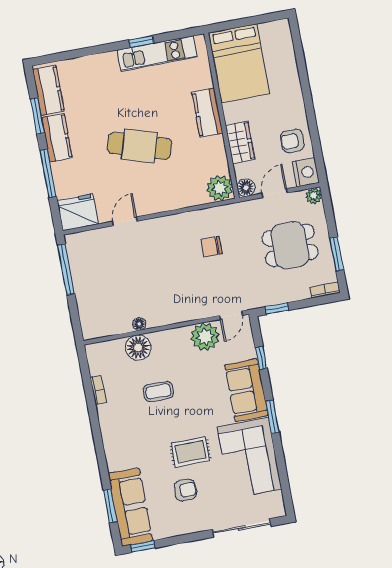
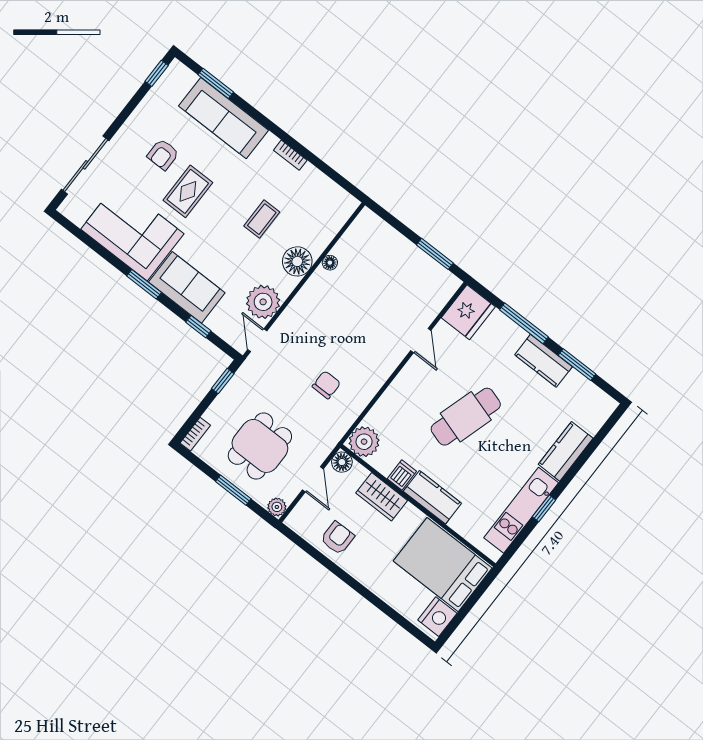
kitchen counter: (48, 90) -> (566, 451), moved, turned 90
dishwasher: (214, 145) -> (402, 475), added
nightstand: (306, 172) -> (437, 617), moved, turned -90
window: (337, 254) -> (233, 490), moved
window: (66, 269) -> (435, 254), width x0.69
floor lamp: (138, 348) -> (297, 261), moved
bookcase: (98, 390) -> (290, 155), moved
sofa: (130, 507) -> (224, 118), moved

